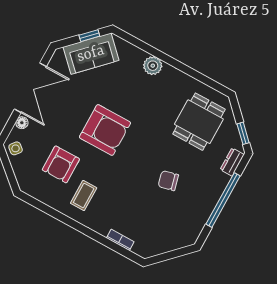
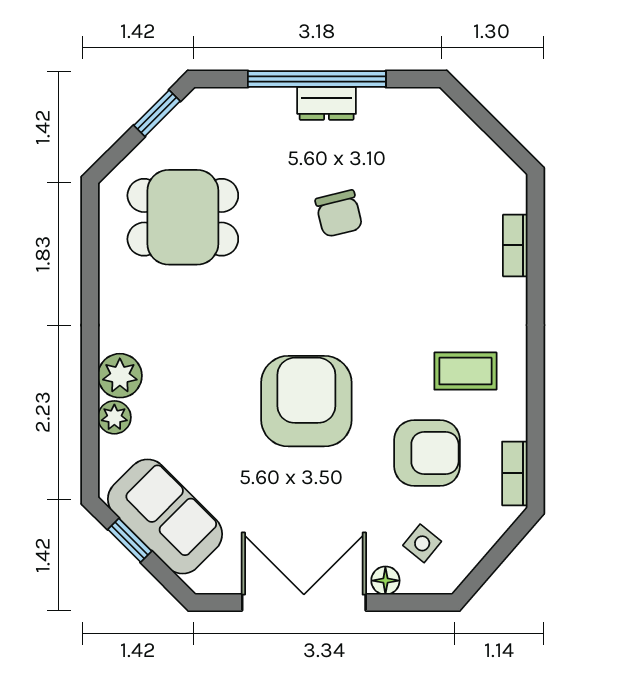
plant: (138, 55) -> (114, 417), added
side table: (16, 148) -> (422, 543), moved
dresser: (232, 162) -> (327, 103), moved
bookcase: (35, 193) -> (515, 473), added

